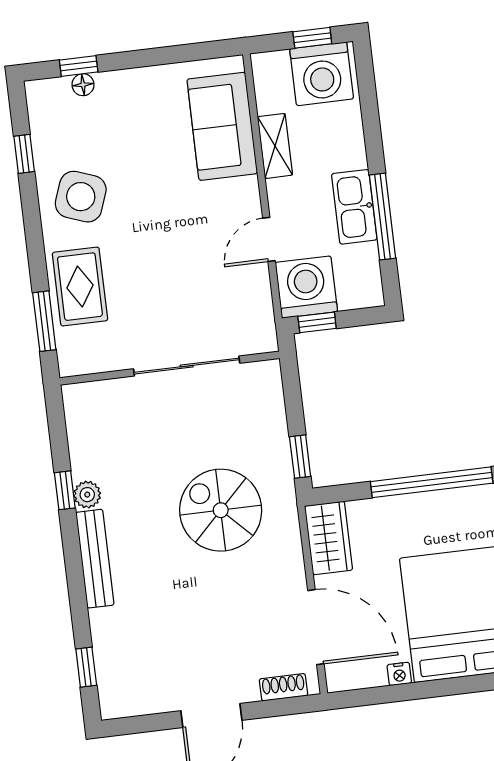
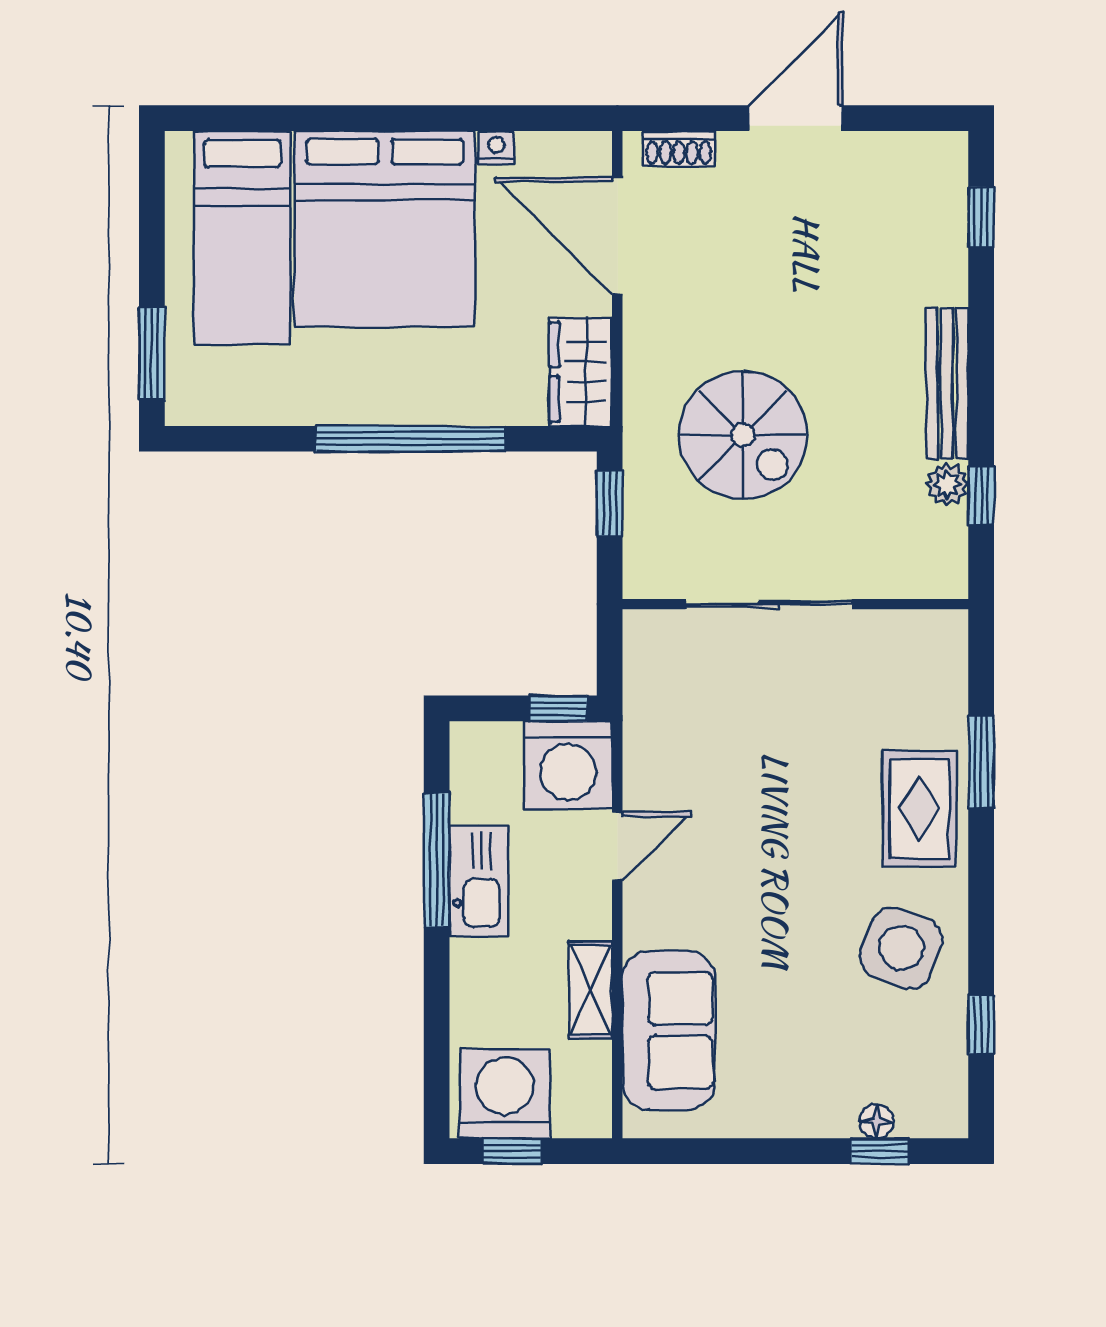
sliding door: (187, 366) -> (769, 604), moved
wall: (170, 368) -> (795, 604), moved

